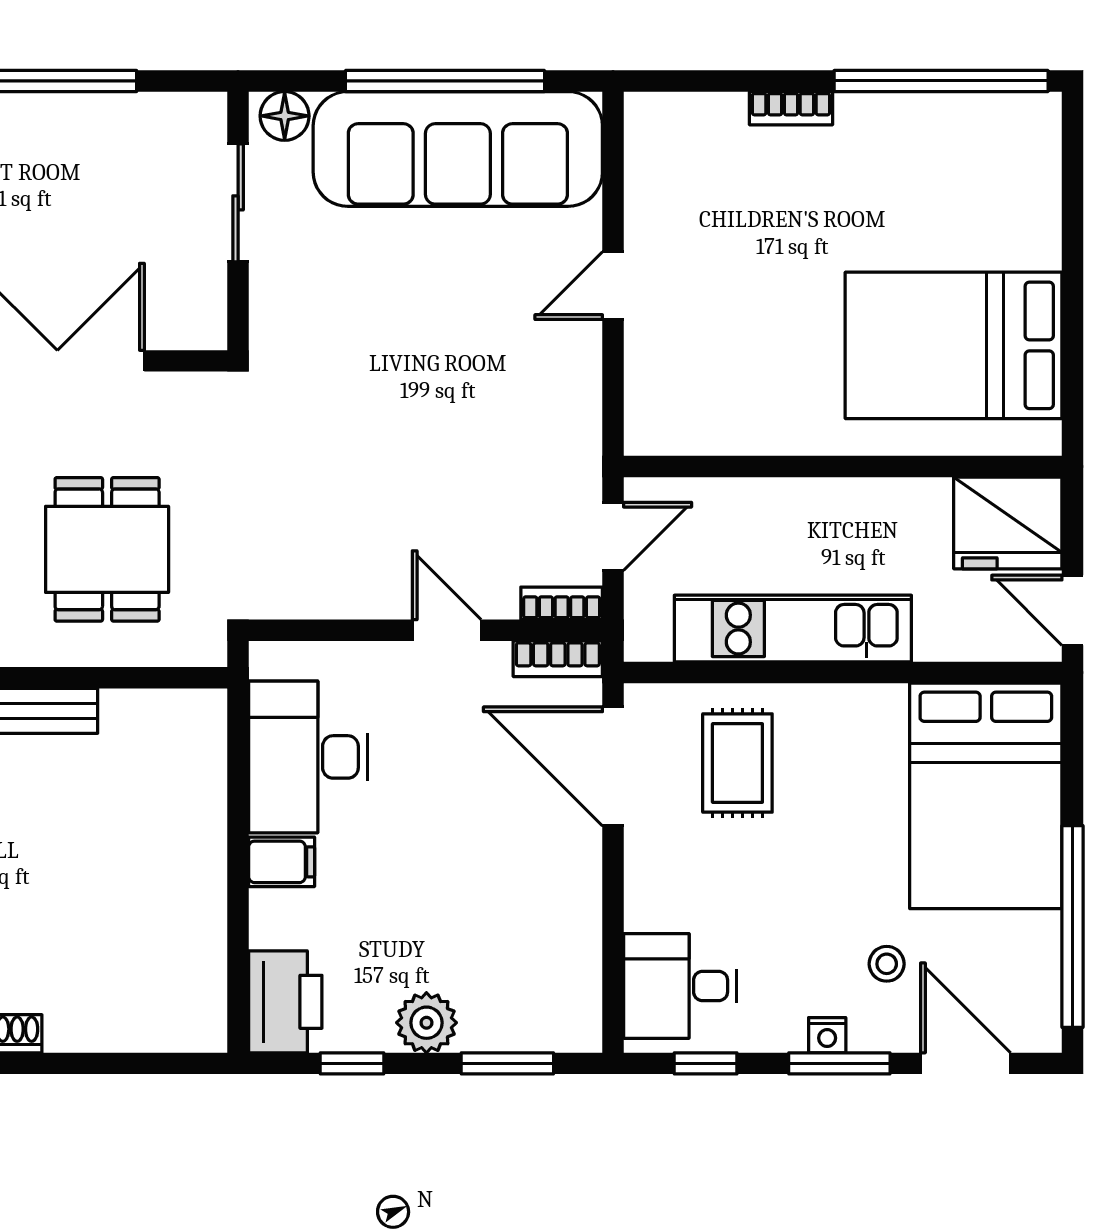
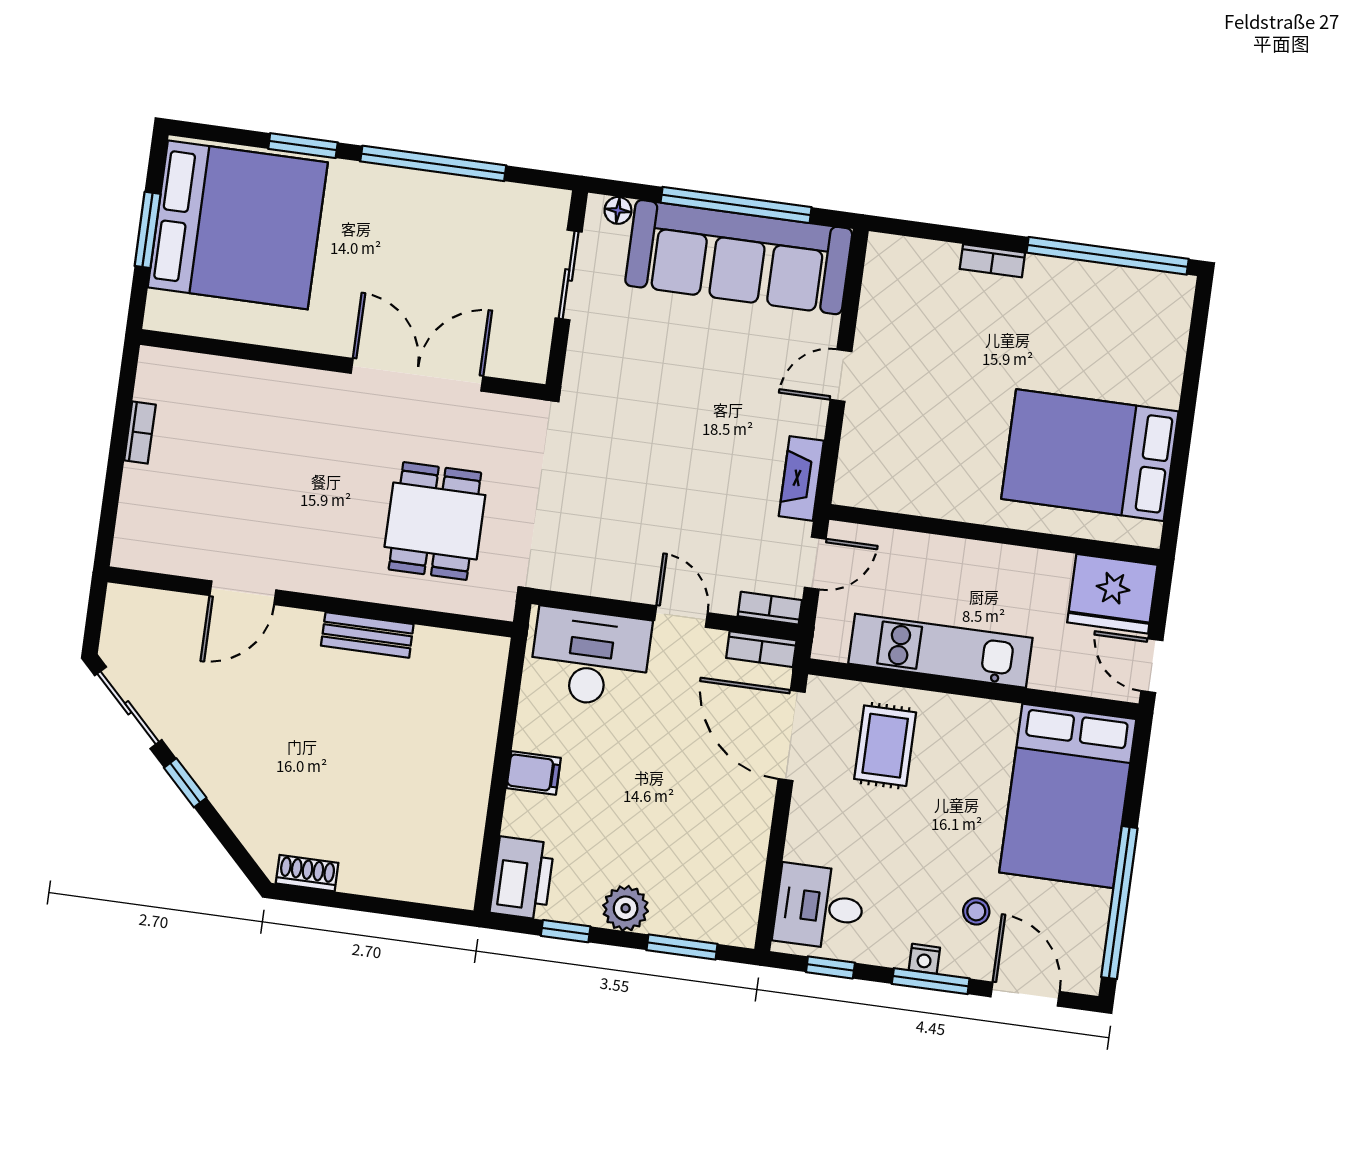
floor lamp: (285, 116) -> (618, 210), width x0.73, depth x0.73
fireplace: (580, 428) -> (801, 478), added
desk: (308, 757) -> (590, 658), moved, turned 90

